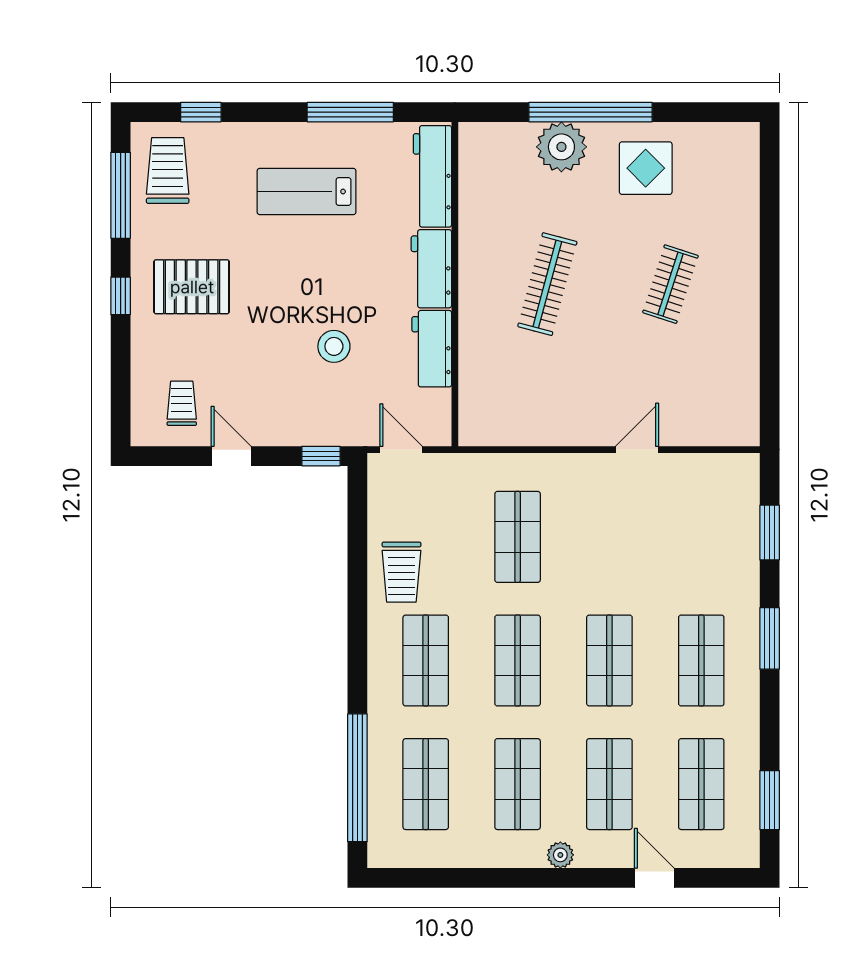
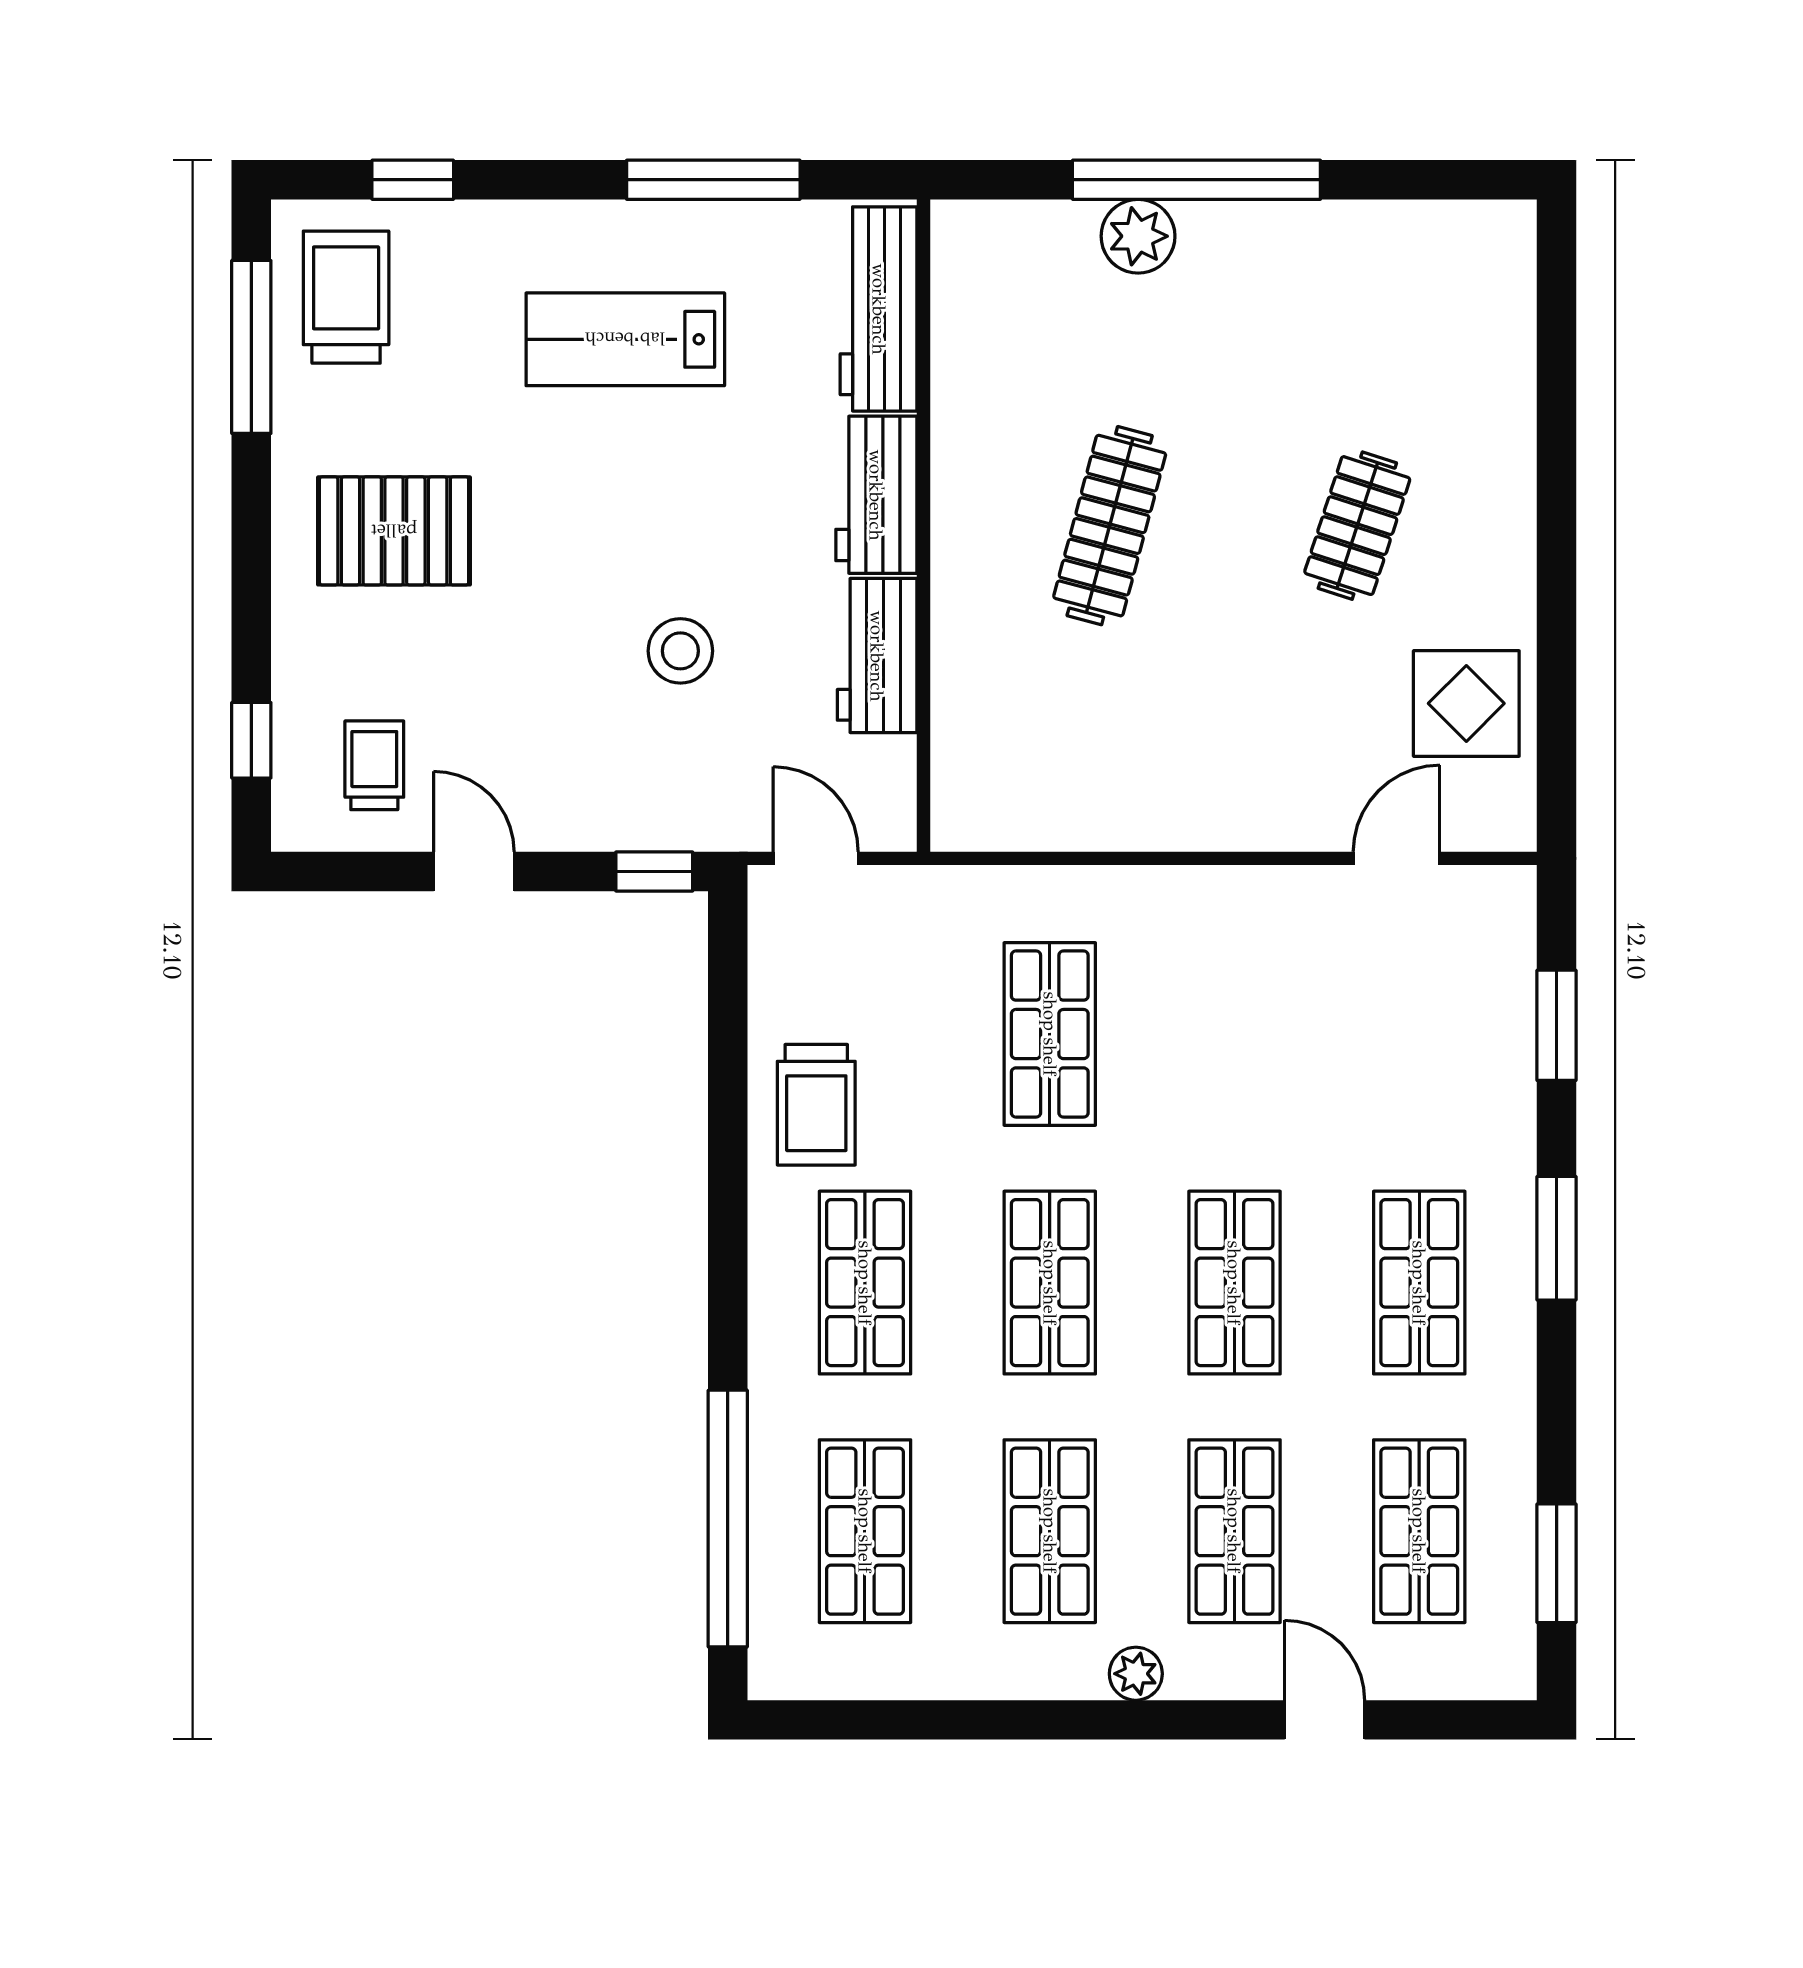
plant: (561, 147) -> (1138, 236), width x0.73, depth x0.73
display table: (646, 168) -> (1466, 703), moved
window: (121, 296) -> (251, 740), moved
door: (637, 450) -> (1397, 858), moved

